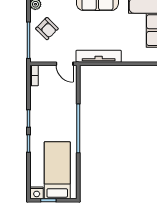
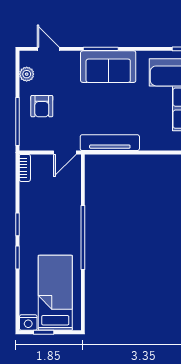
armchair: (47, 29) -> (42, 106), turned 45
door: (65, 64) -> (65, 152), hinge flipped

